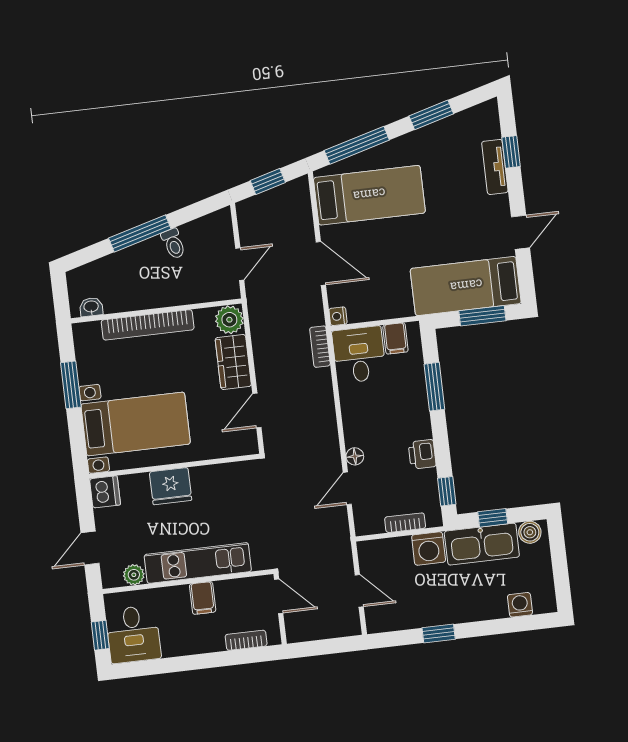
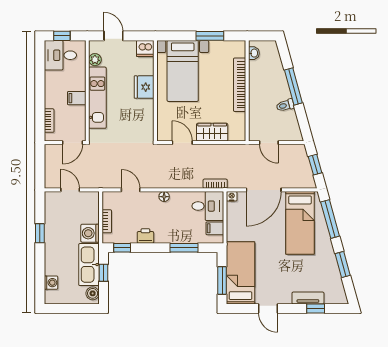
door: (321, 263) -> (264, 190), width x1.36
plant: (229, 320) -> (237, 133), removed
floor lamp: (355, 456) -> (164, 197), moved
door: (359, 591) -> (70, 190), swing flipped

